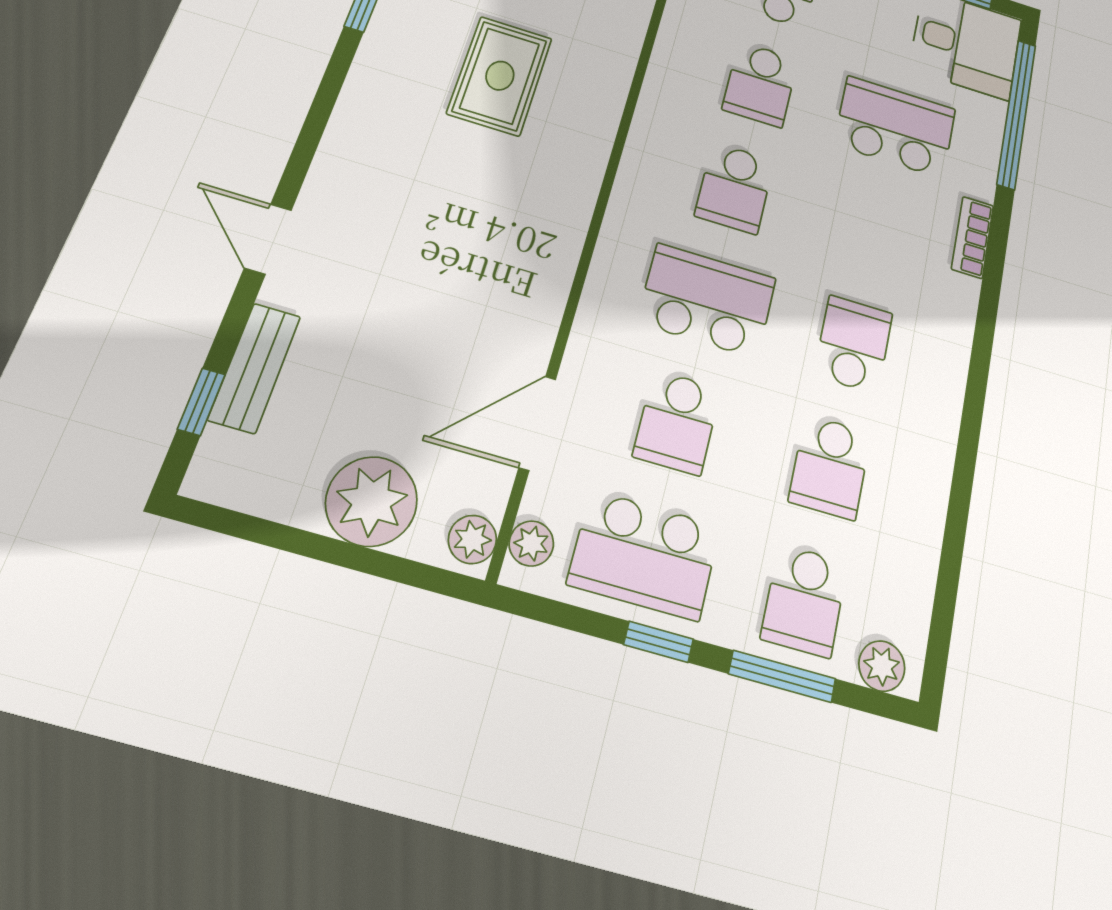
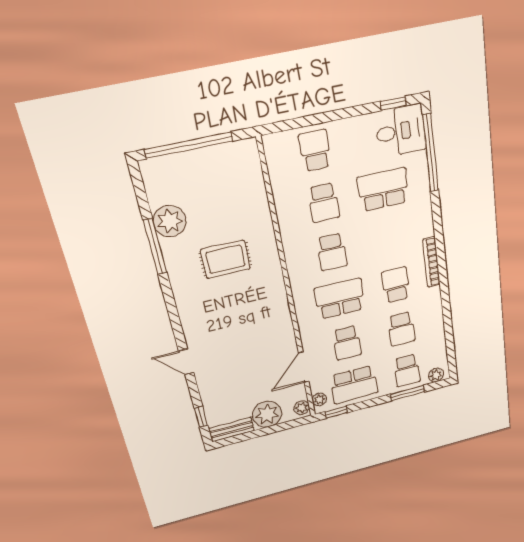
rug: (500, 76) -> (225, 259), turned 90
bookcase: (973, 237) -> (431, 262), moved, width x1.56
bench: (255, 368) -> (232, 429), moved, turned 90
window: (659, 642) -> (336, 412), moved

